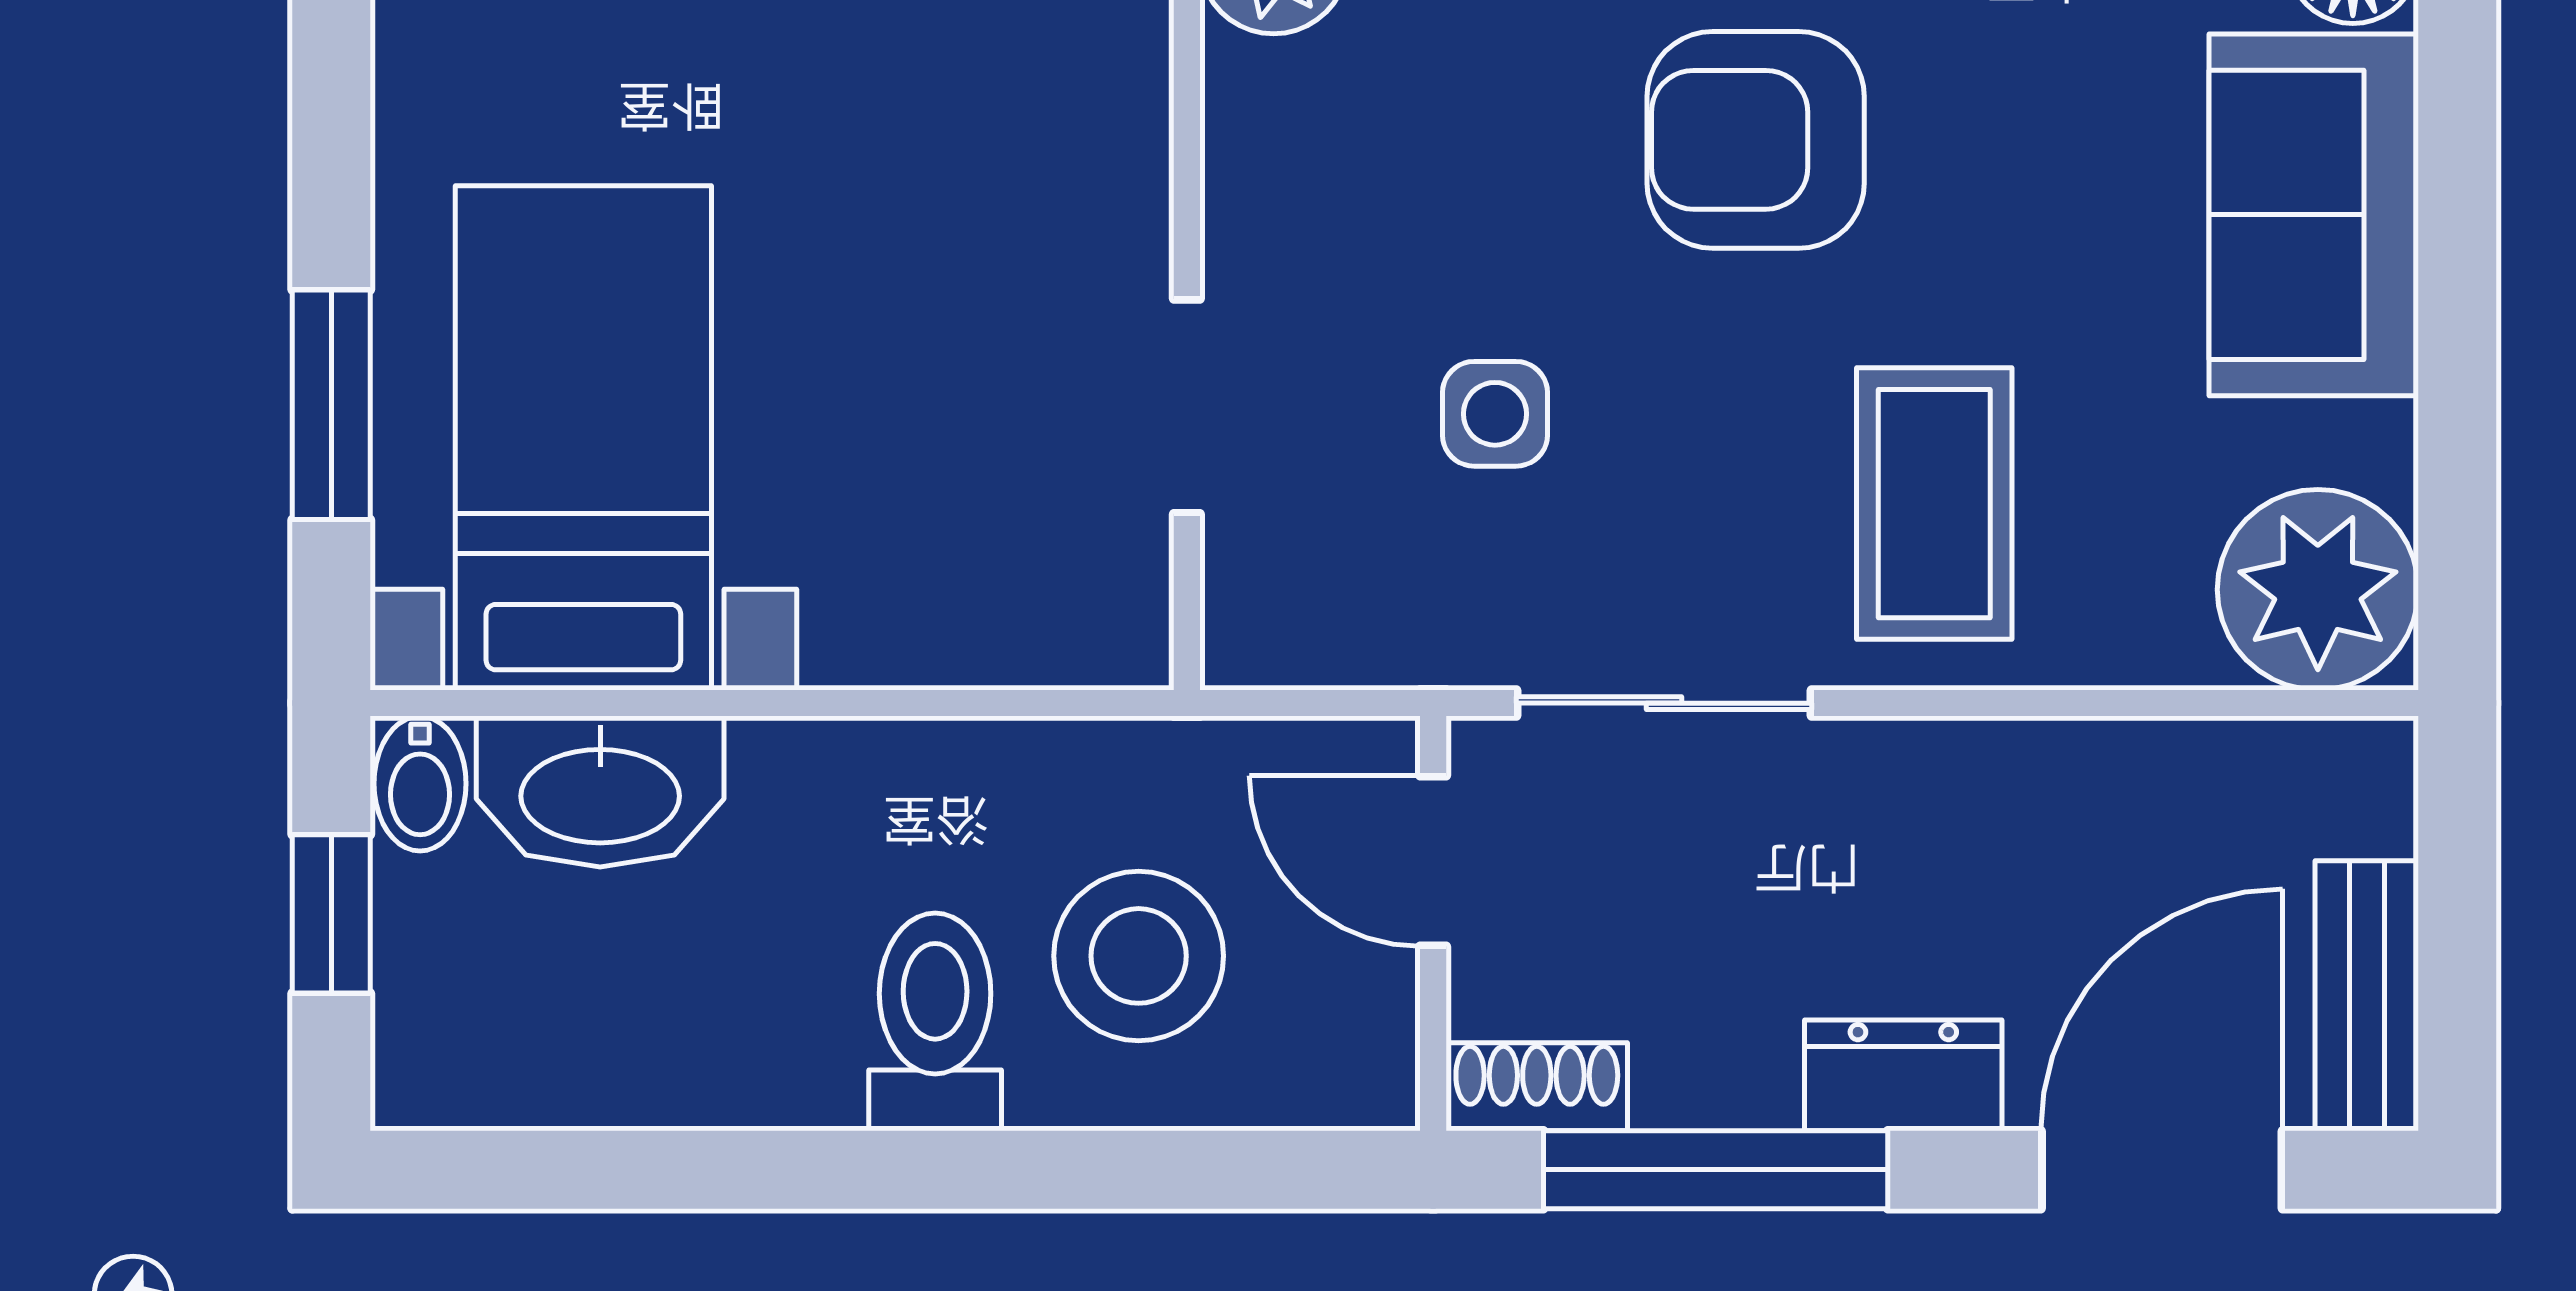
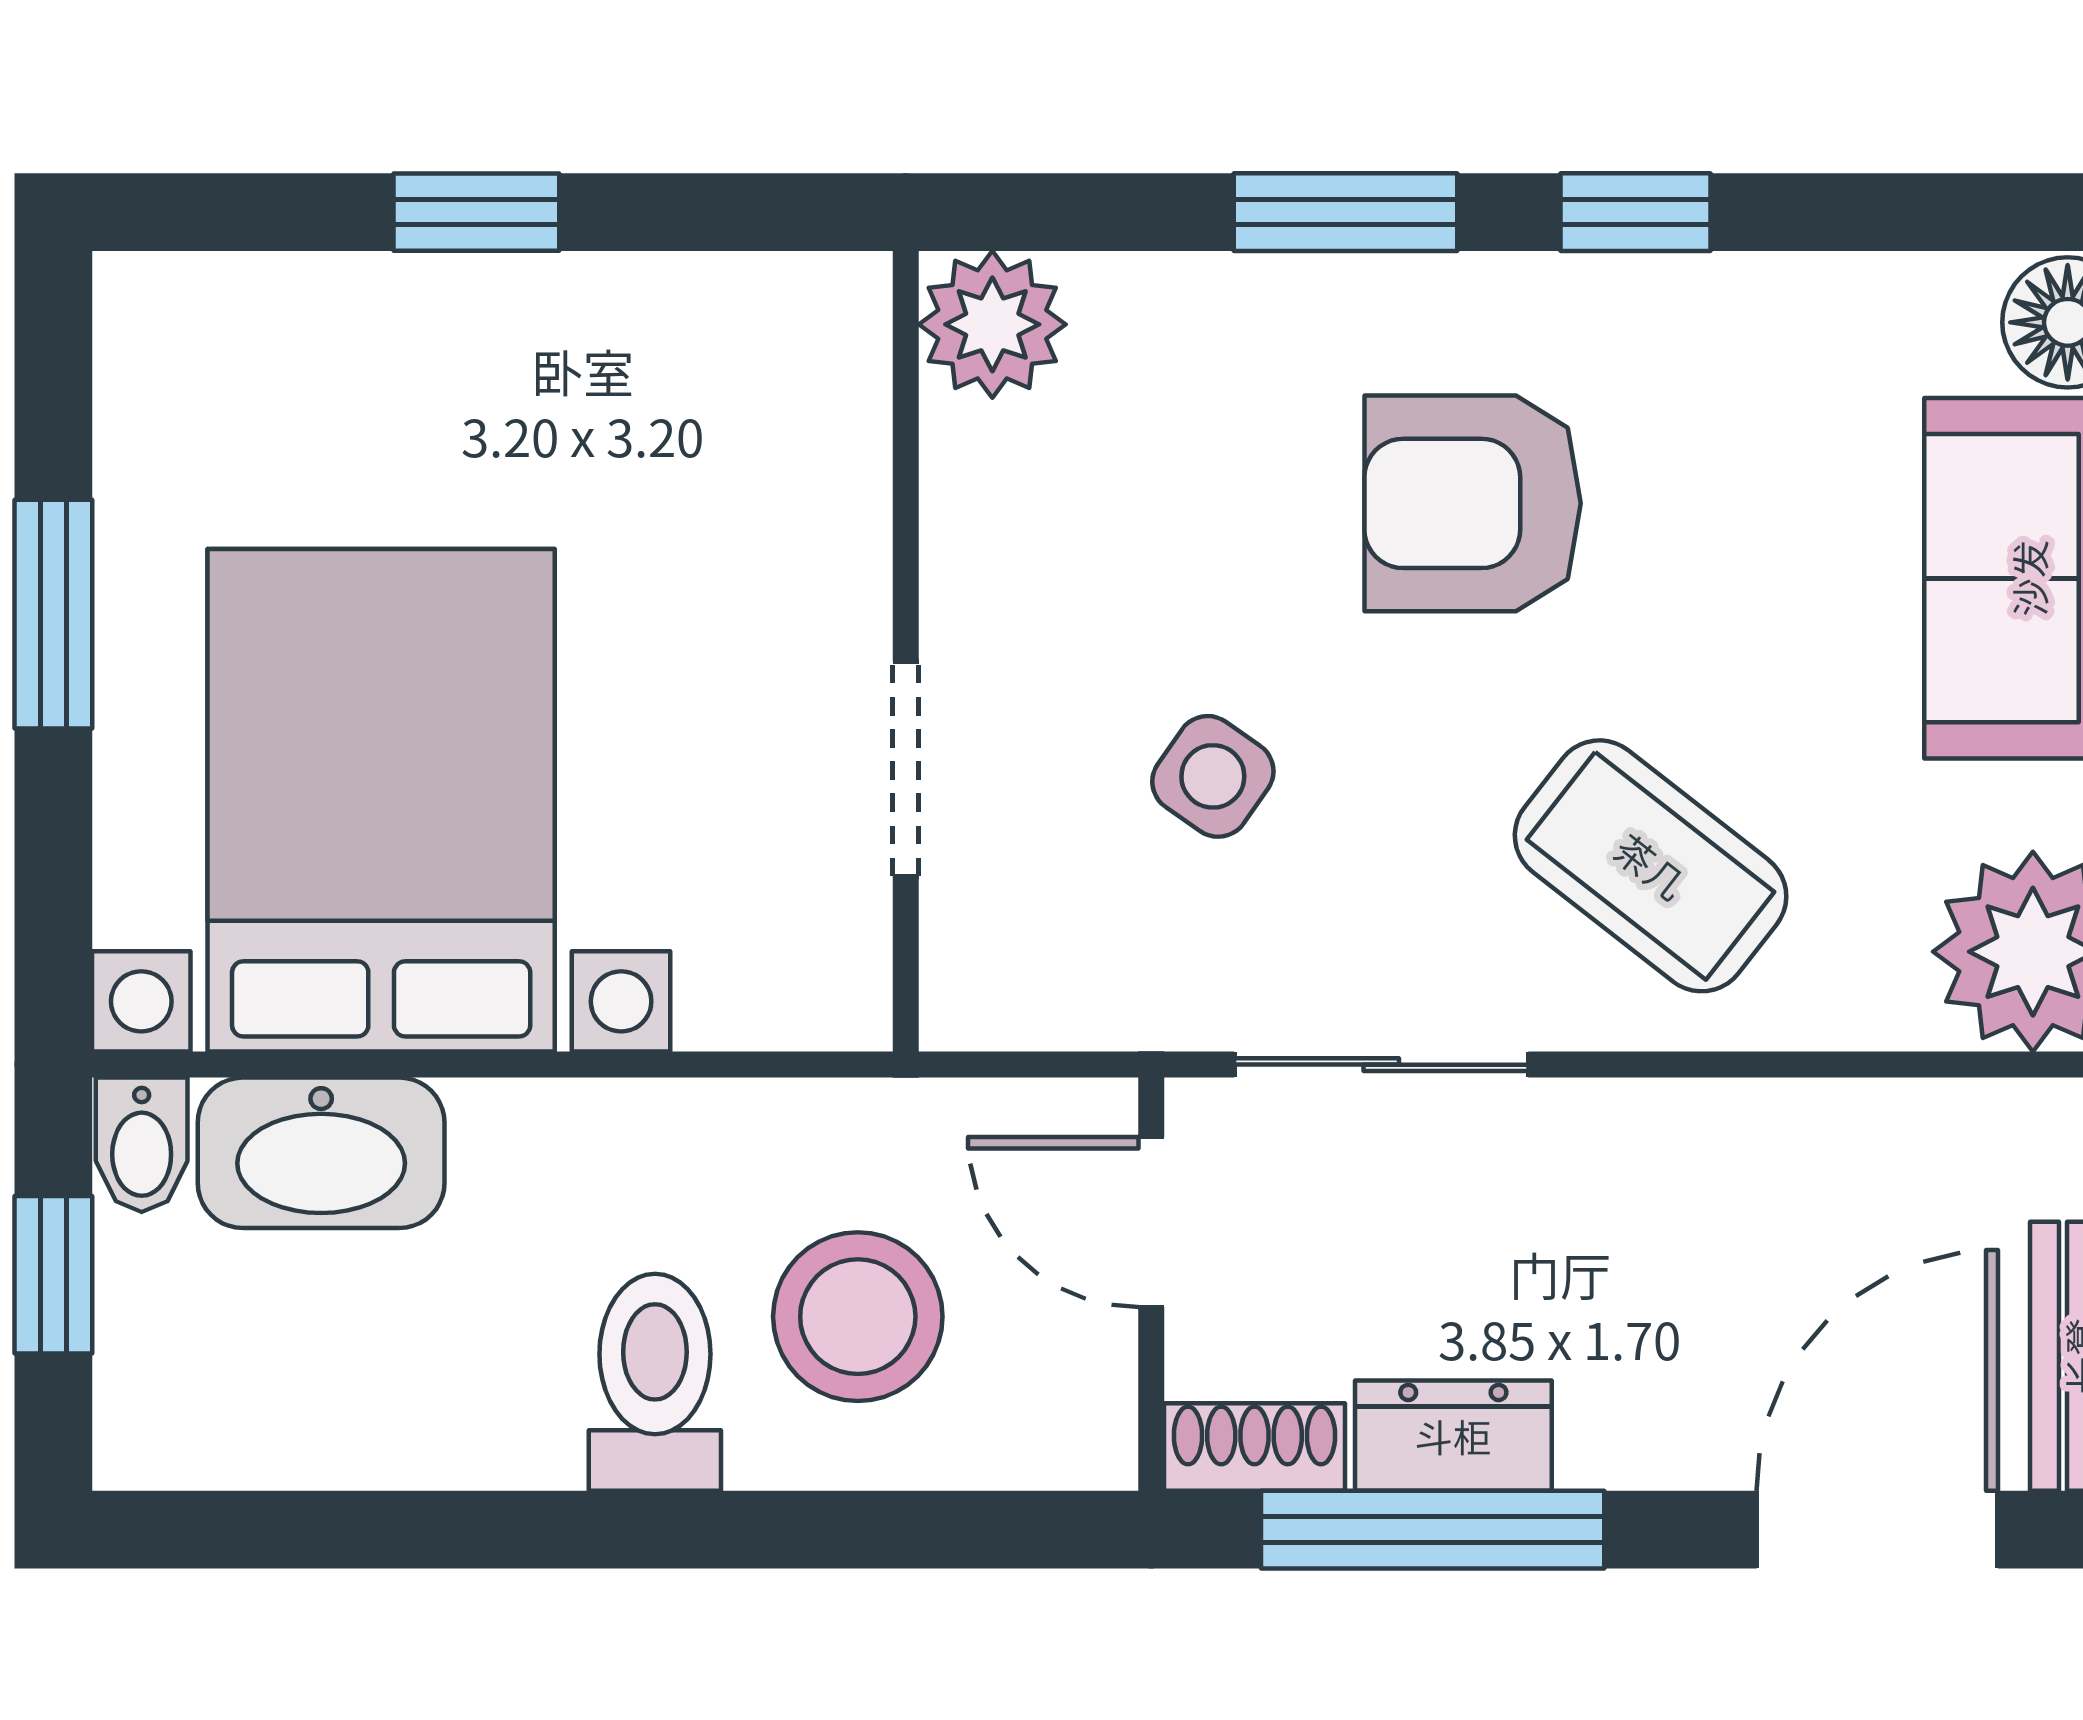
window: (331, 405) -> (53, 614), moved
side table: (1495, 414) -> (1213, 776), turned 35
bed with nightstands: (583, 438) -> (381, 800), width x1.36
coffee table: (1934, 504) -> (1651, 866), turned -52
dresser: (1903, 1075) -> (1453, 1436), moved

